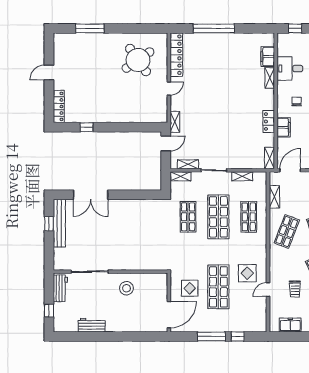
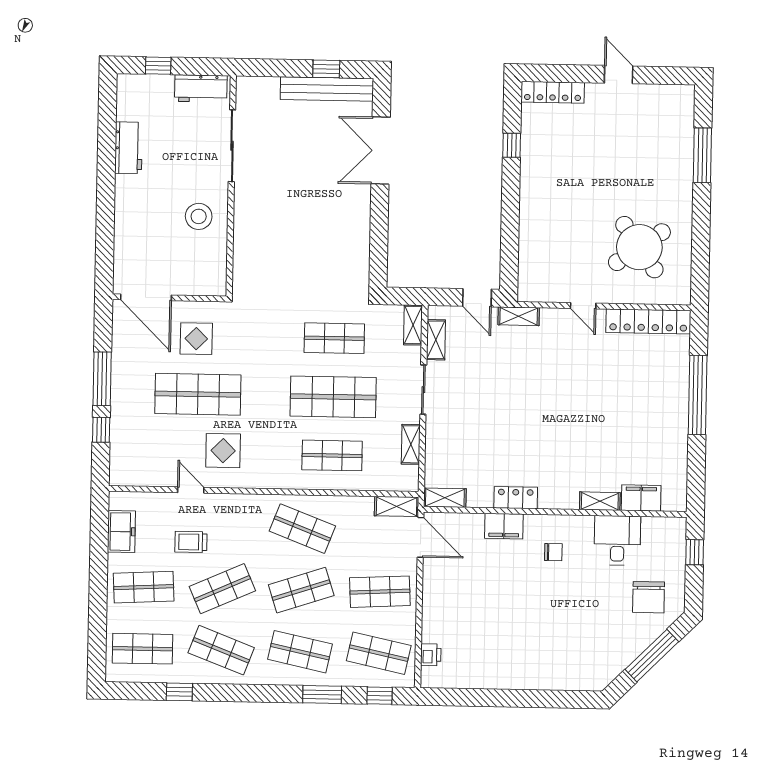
shelving: (274, 197) -> (397, 506), moved

